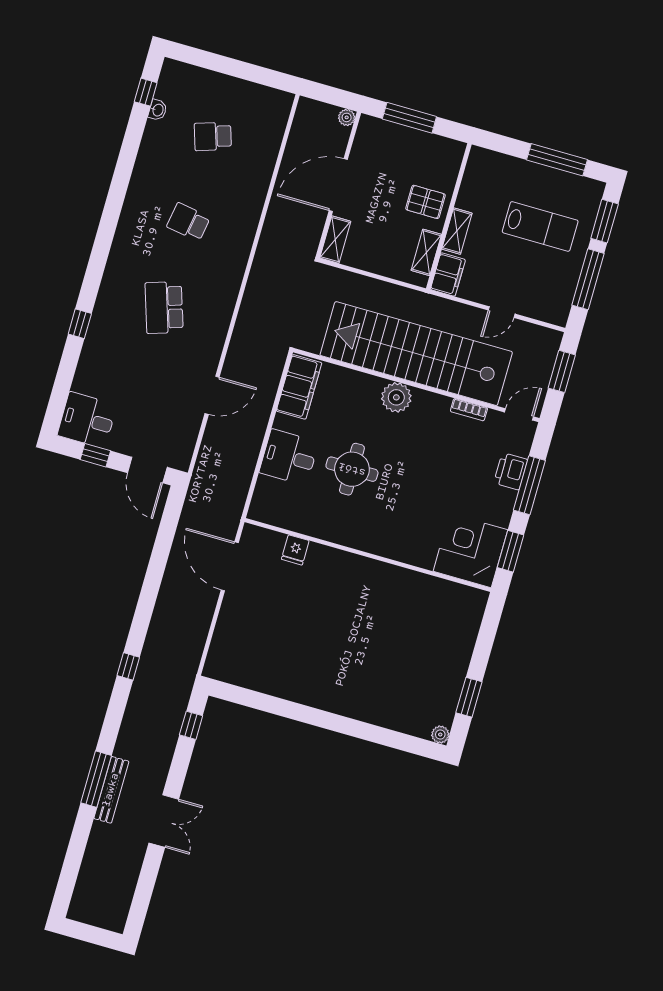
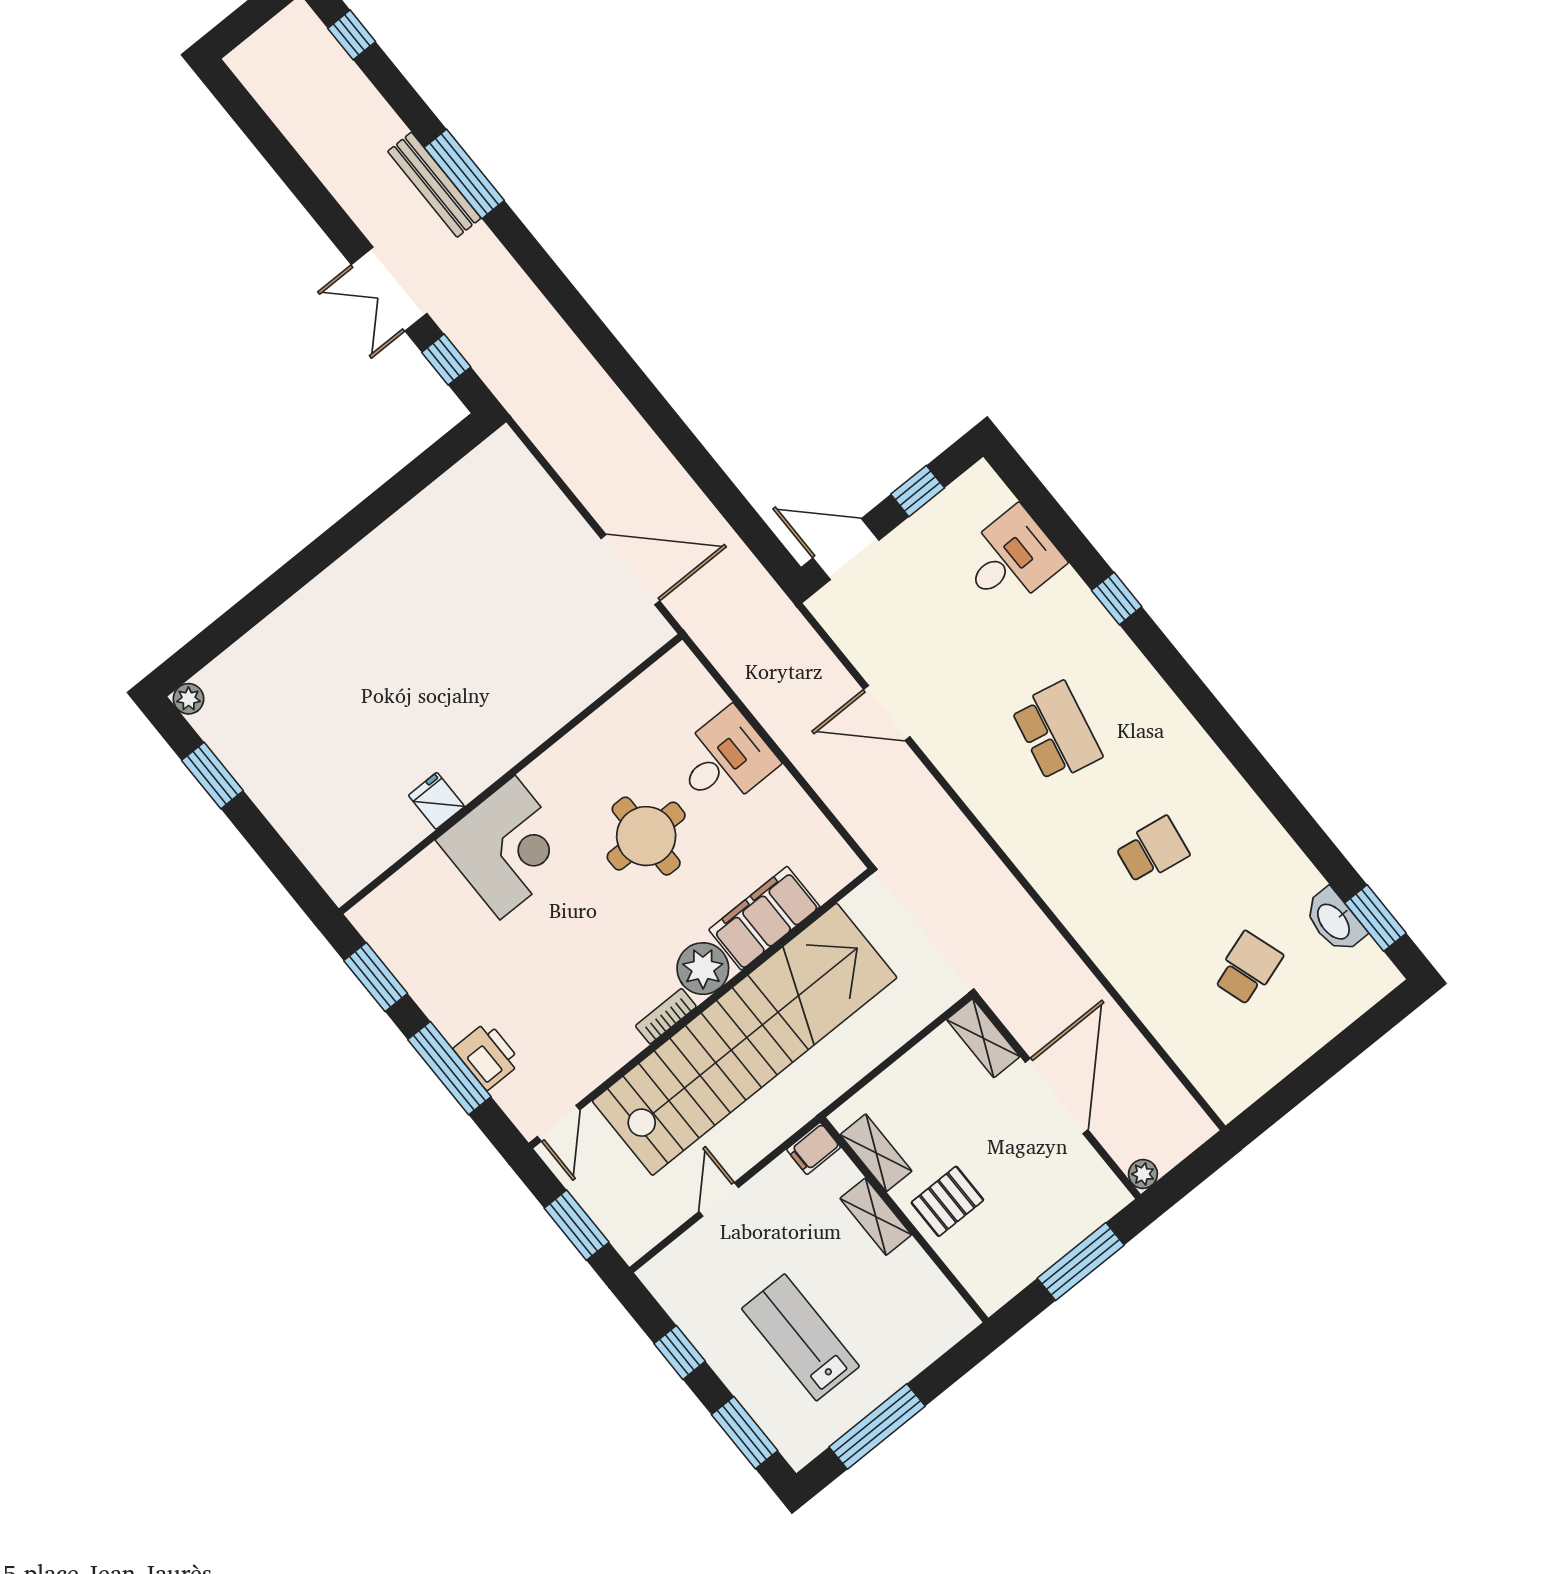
window: (146, 92) -> (1375, 918), width x1.50
washbasin: (158, 110) -> (1334, 921), width x1.91, depth x1.45
lab bench: (540, 226) -> (800, 1337), turned 90
filing cabinet: (448, 275) -> (814, 1148), width x0.50
window: (588, 279) -> (680, 1352), width x0.46
school desk: (164, 308) -> (1057, 732), turned 30
filing cabinet: (299, 387) -> (764, 918), moved, turned 90
door: (212, 395) -> (887, 713), hinge flipped
bookcase: (469, 410) -> (666, 1016), moved
desk: (87, 420) -> (1011, 559), moved
fridge: (295, 550) -> (436, 801), moved
corner desk: (470, 551) -> (508, 848), moved
window: (128, 666) -> (352, 35), moved
double door: (164, 821) -> (389, 289), moved

